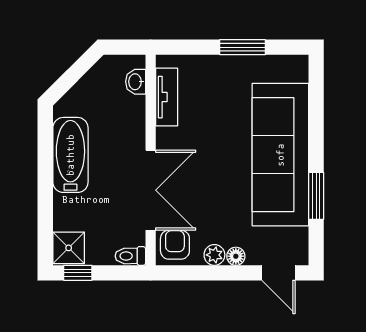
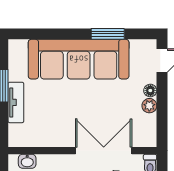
tv unit: (167, 97) -> (16, 102), moved, turned 90
armchair: (175, 245) -> (142, 133), removed

